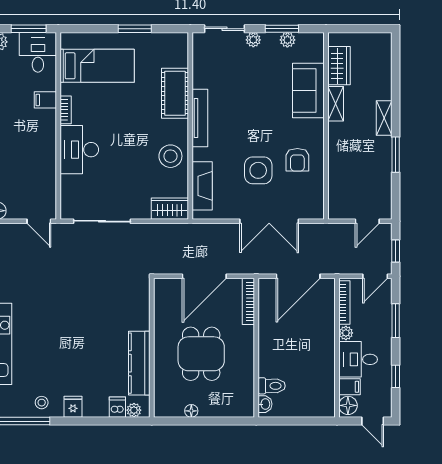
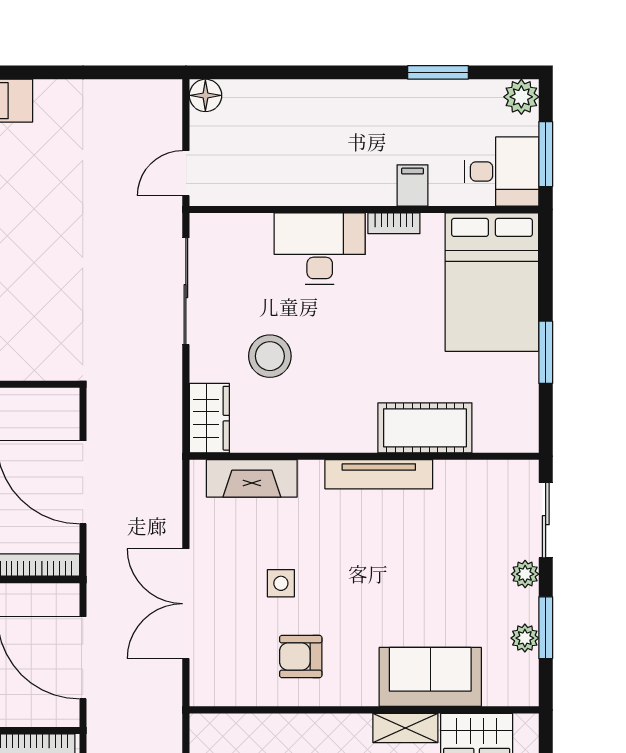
bed: (97, 66) -> (492, 282), width x1.50
stool: (170, 156) -> (270, 356), moved
side table: (258, 170) -> (281, 583), width x0.54, depth x0.54

